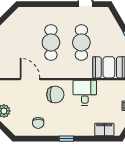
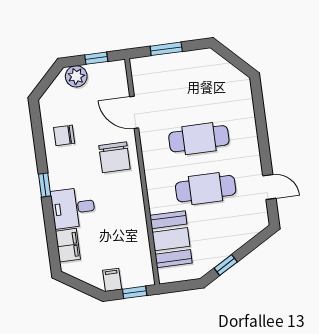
door: (30, 79) -> (134, 112), swing flipped
desk: (85, 93) -> (73, 208), moved, turned 180

